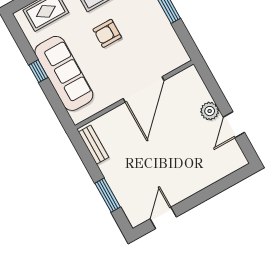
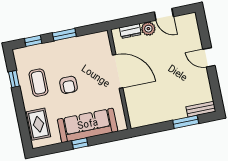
dresser: (199, 89) -> (130, 31), added
bench: (94, 145) -> (201, 109), moved
door: (163, 218) -> (209, 57), moved

